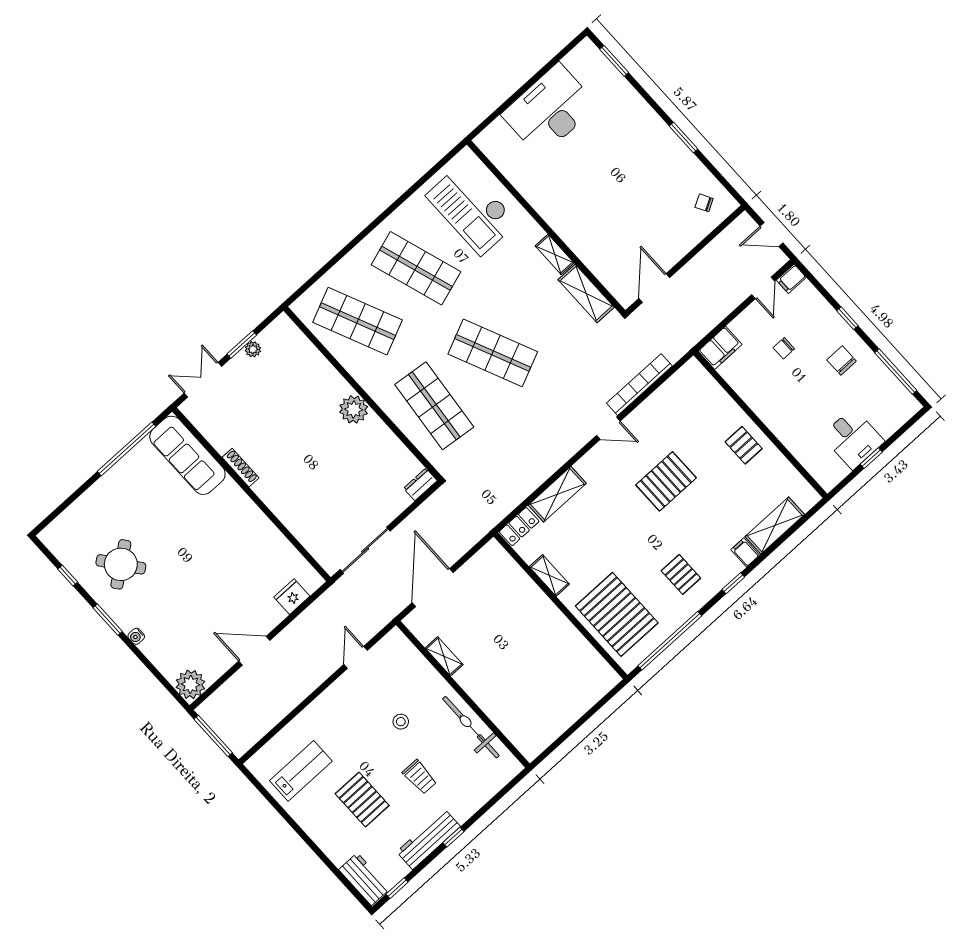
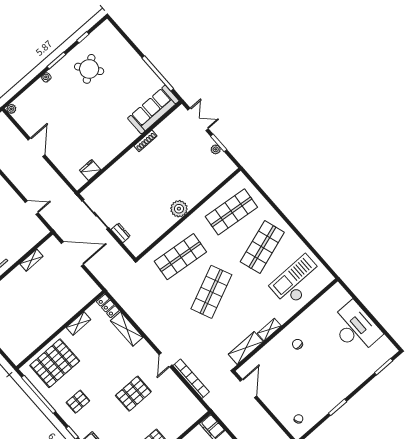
chair: (578, 207) -> (297, 344), added
door: (654, 288) -> (248, 389), hinge flipped
shop shelf: (358, 321) -> (231, 212), turned 30
pallet: (666, 481) -> (133, 394), turned 90
dresser: (420, 484) -> (121, 233), moved
fridge: (292, 597) -> (90, 170), moved, turned -90
plant: (190, 684) -> (11, 109), width x0.53, depth x0.53

